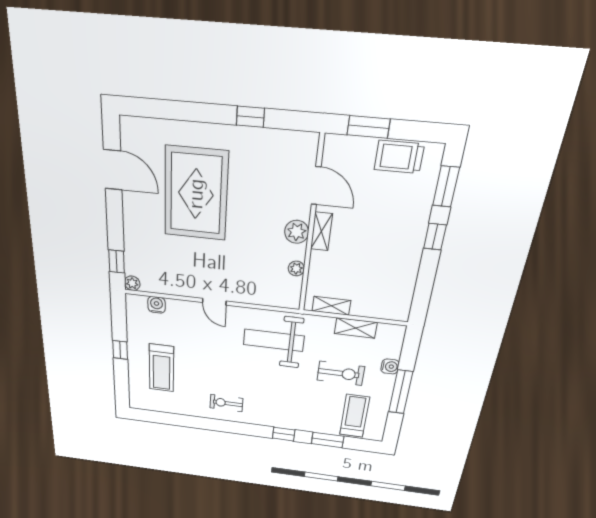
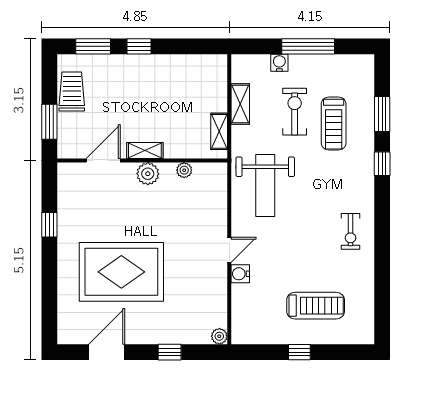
trolley: (399, 157) -> (72, 92), turned 180
window: (117, 261) -> (170, 352), moved
water cooler: (157, 305) -> (240, 274), moved
treadmill: (355, 416) -> (334, 124), moved, turned -90

